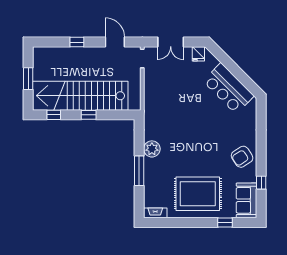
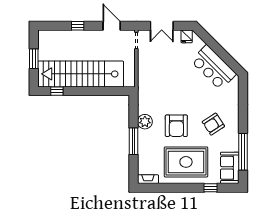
window: (89, 115) -> (88, 91), removed
armchair: (187, 153) -> (176, 126), added
armchair: (242, 157) -> (213, 124), moved
window: (261, 183) -> (243, 152), width x3.17

